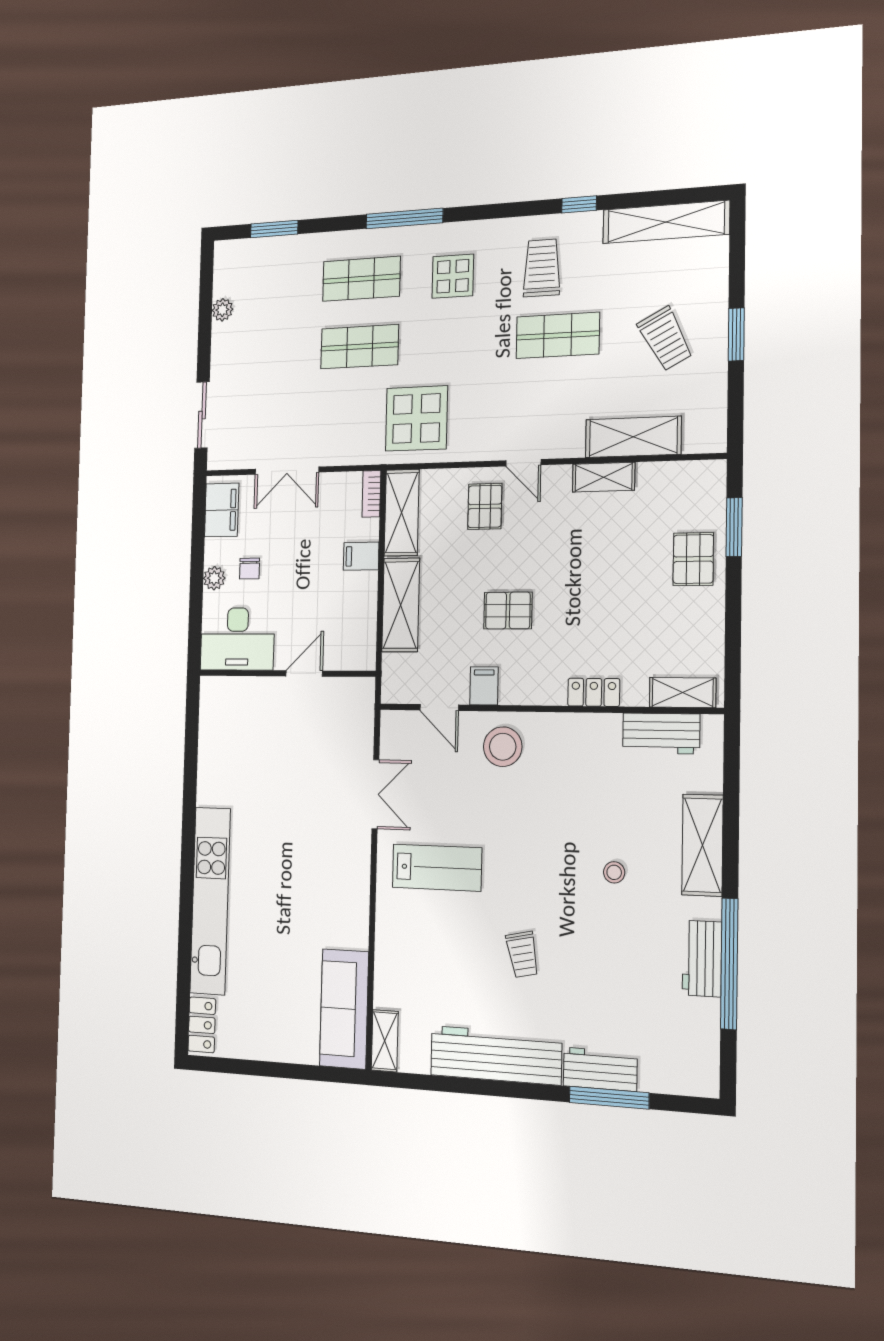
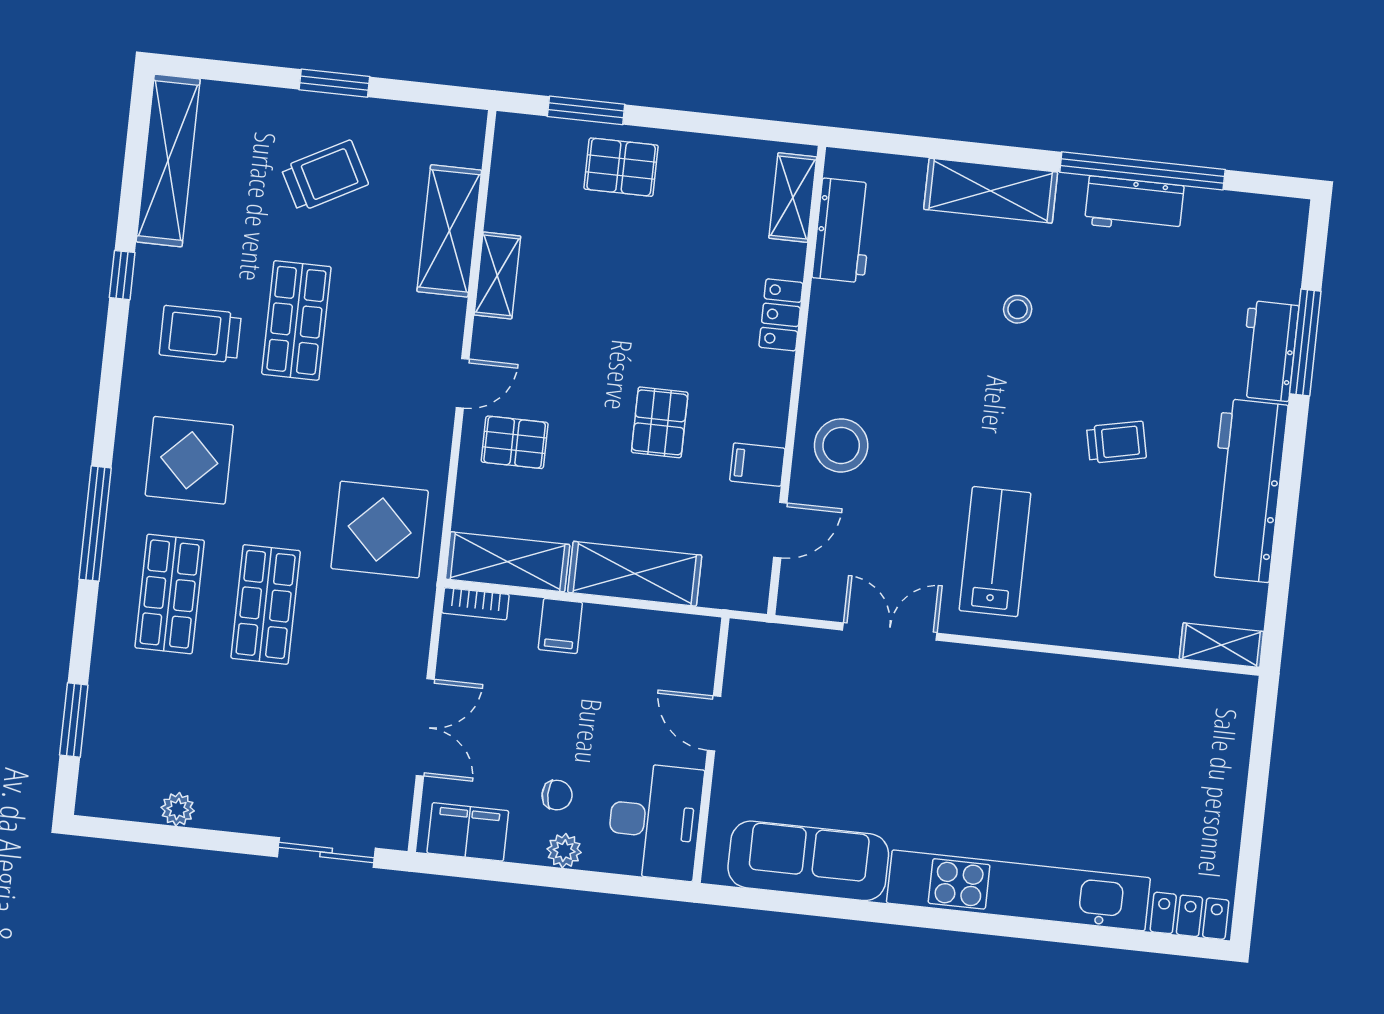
display table: (453, 276) -> (189, 460), width x1.36, depth x1.36
sofa: (344, 1009) -> (808, 861), moved, turned 180

